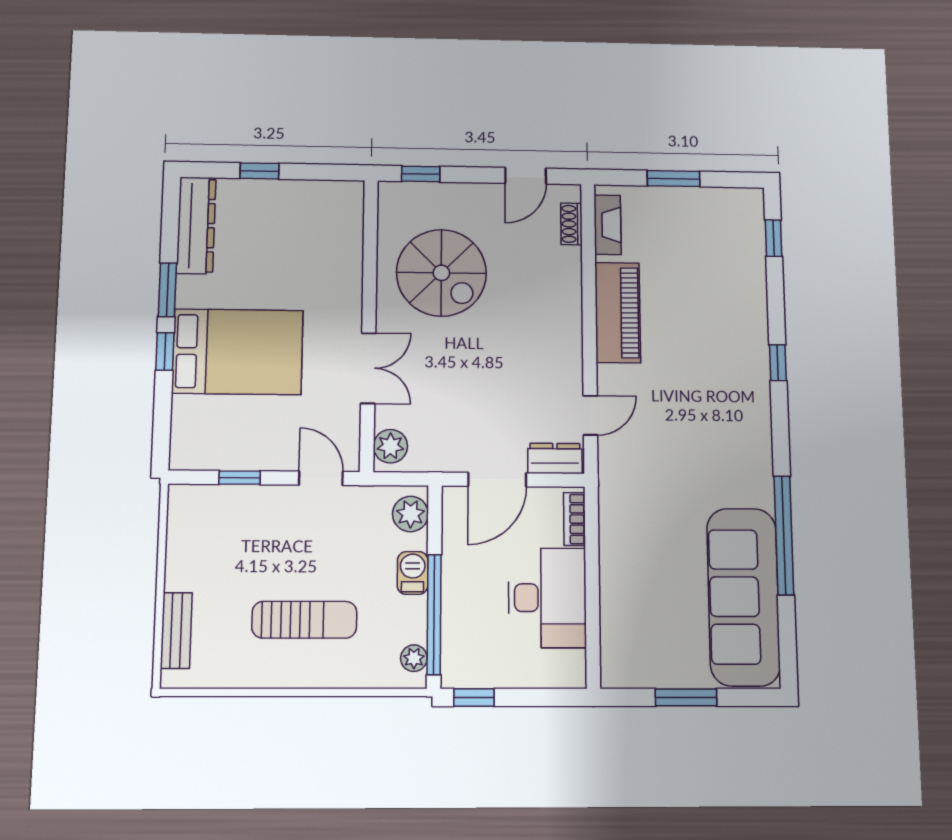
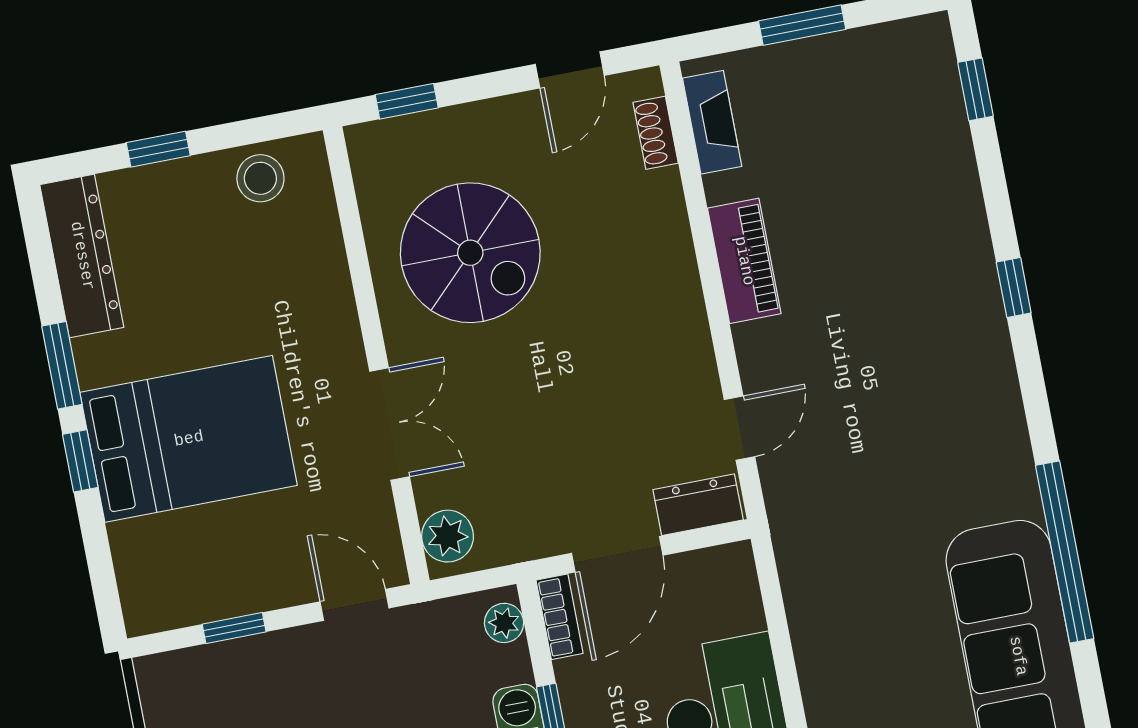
stool: (319, 201) -> (260, 178), added
piano: (618, 313) -> (744, 261), width x0.73, depth x0.75
plant: (410, 514) -> (504, 623), width x0.73, depth x0.73
bookcase: (574, 519) -> (560, 617), moved, turned 180

